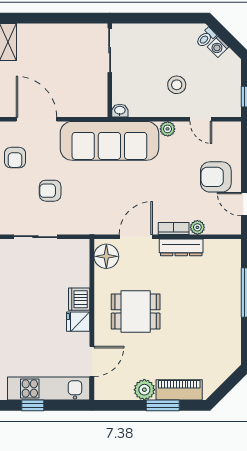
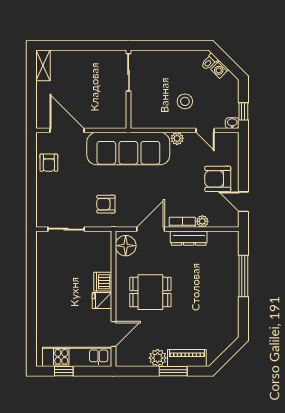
washbasin: (120, 111) -> (232, 123), moved
armchair: (50, 191) -> (106, 204), moved

